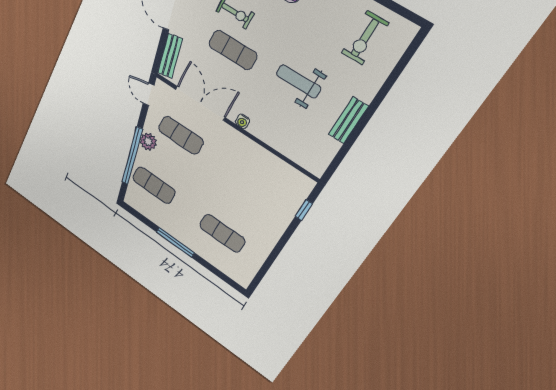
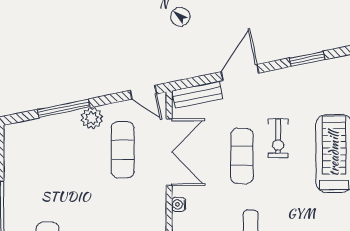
door: (149, 94) -> (143, 92), swing flipped
window: (132, 156) -> (64, 108), width x0.68
exercise mat: (154, 185) -> (47, 150), removed

